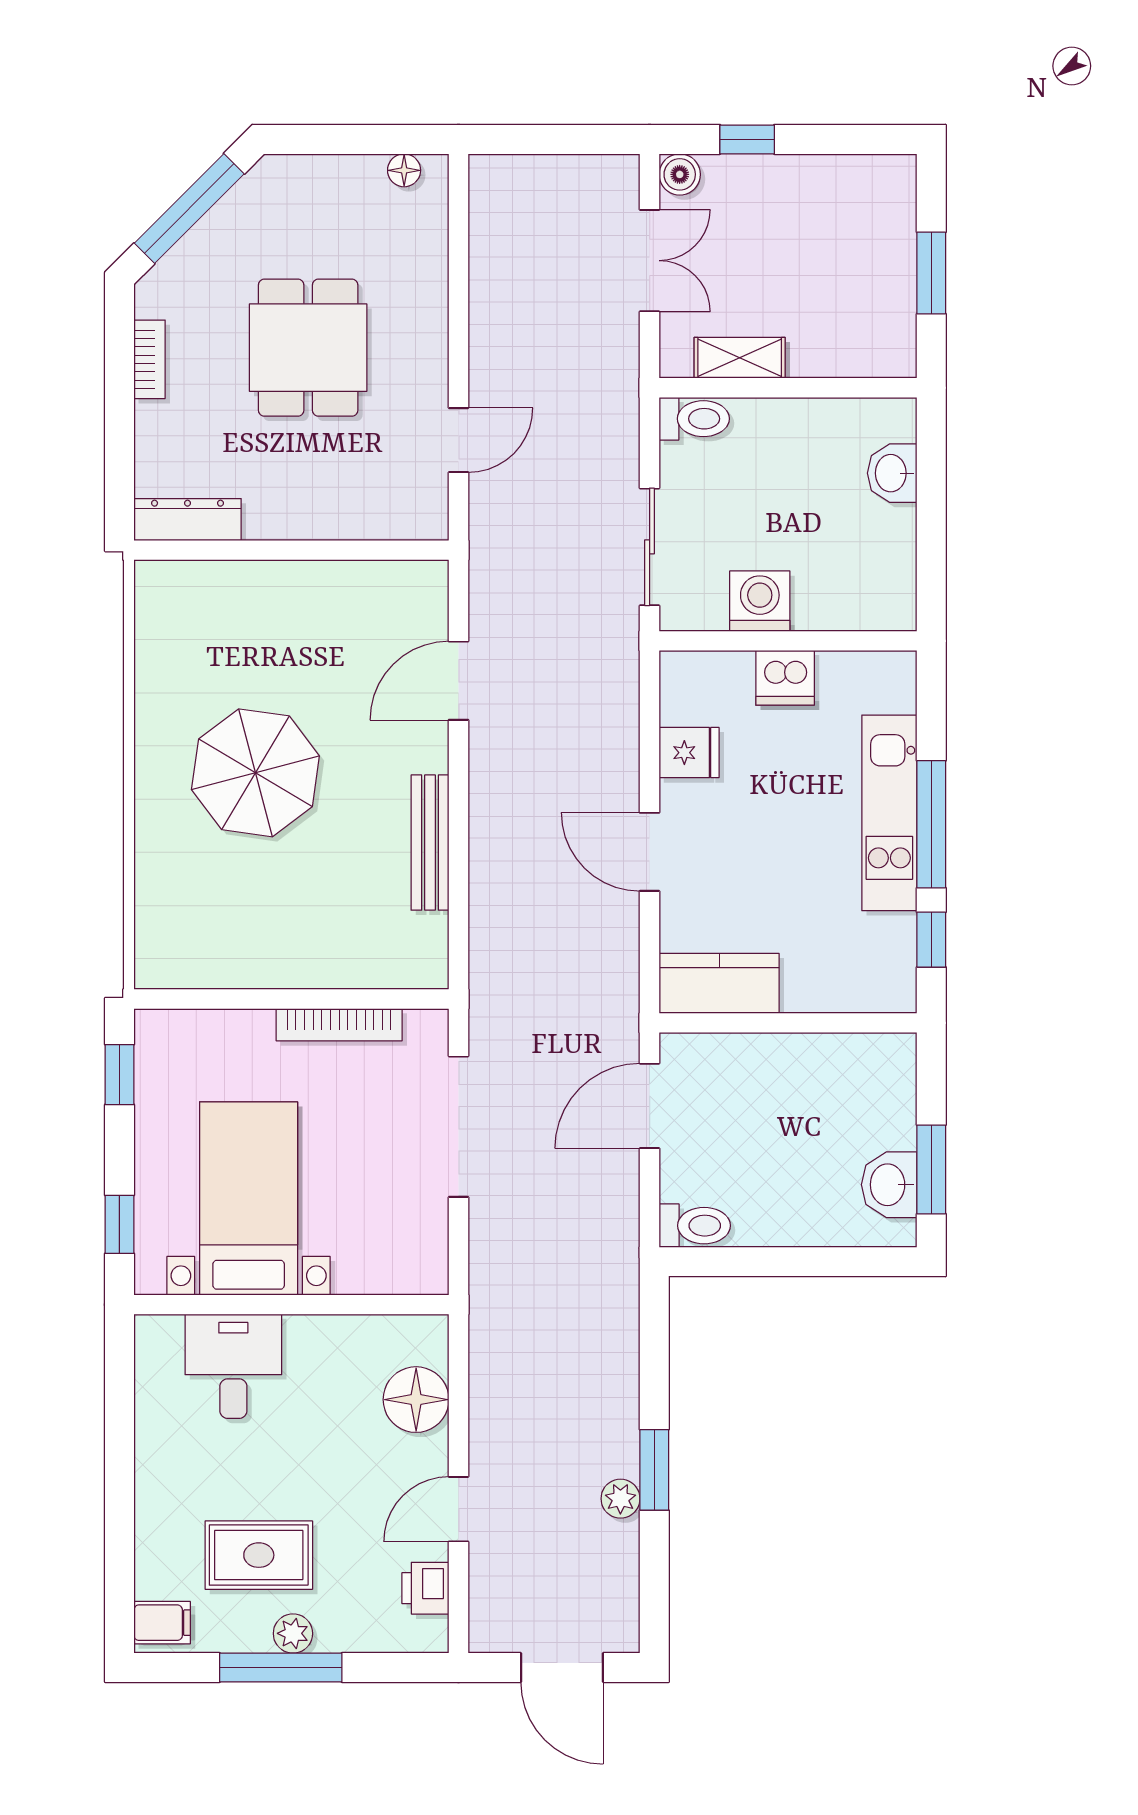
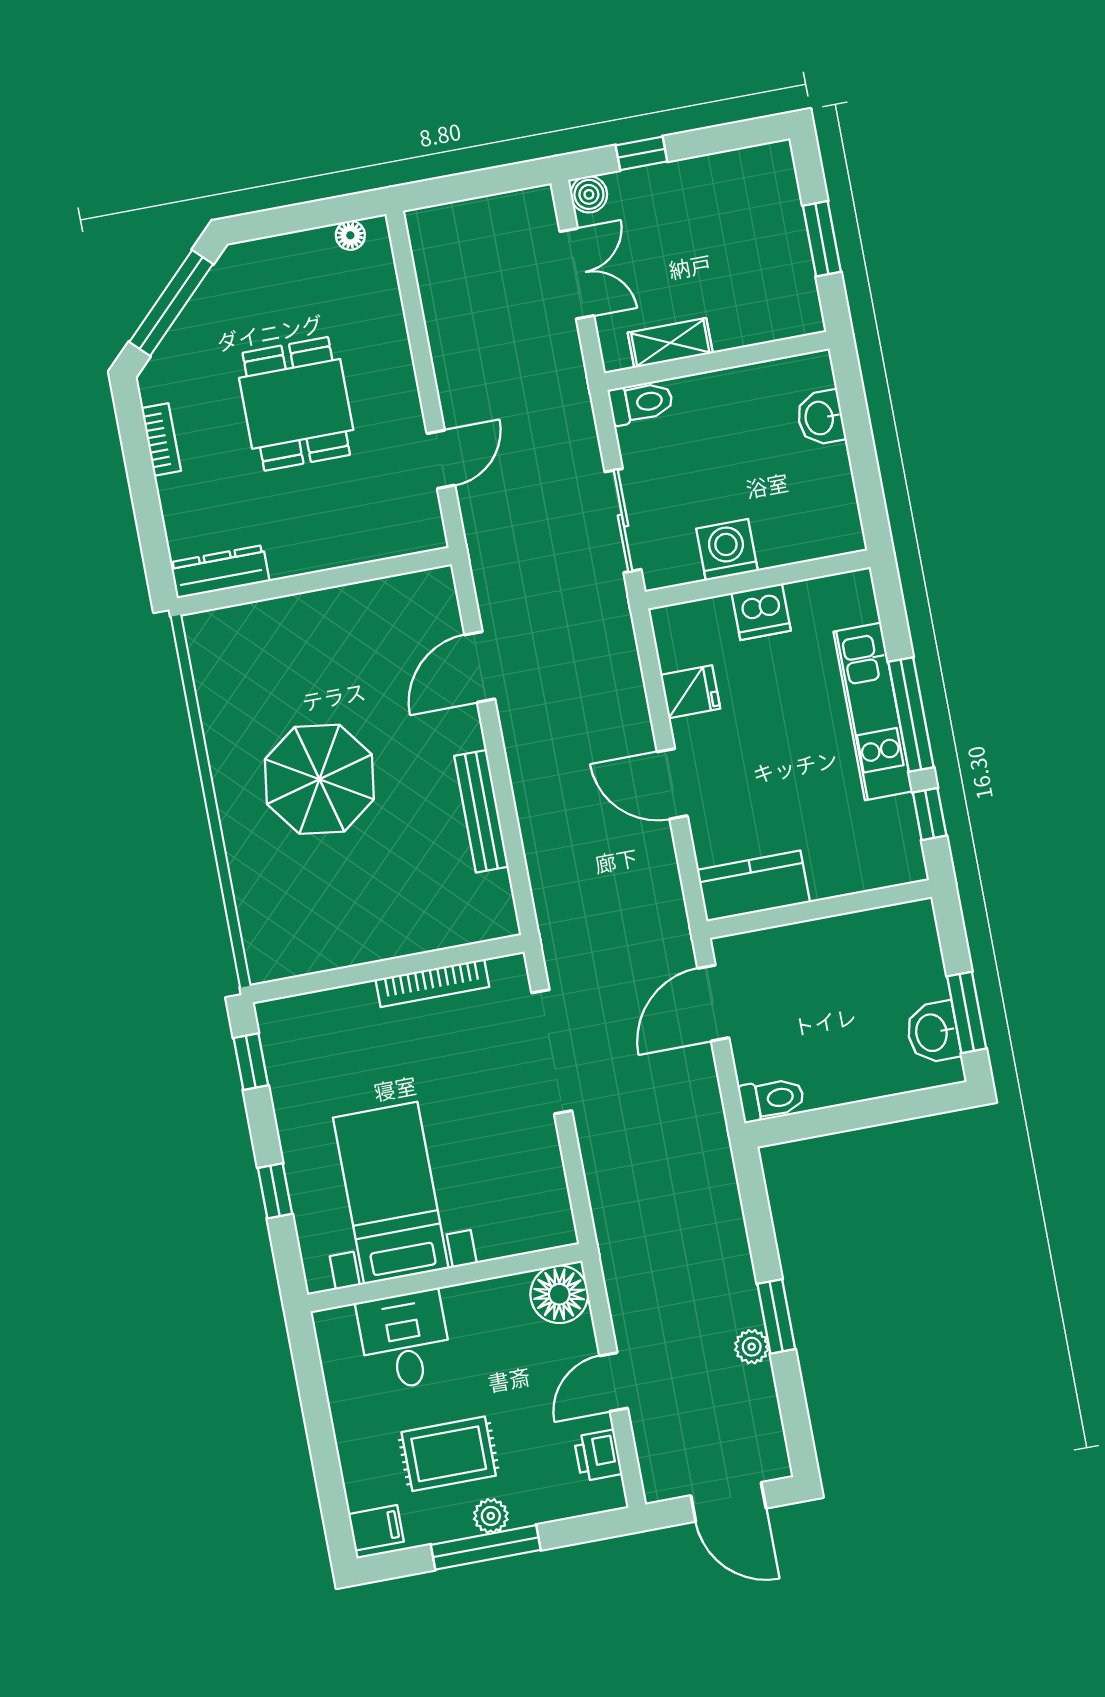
bed with nightstands: (249, 1198) -> (391, 1193), moved
wall: (291, 1305) -> (445, 1278), moved
desk: (233, 1366) -> (405, 1340), moved

